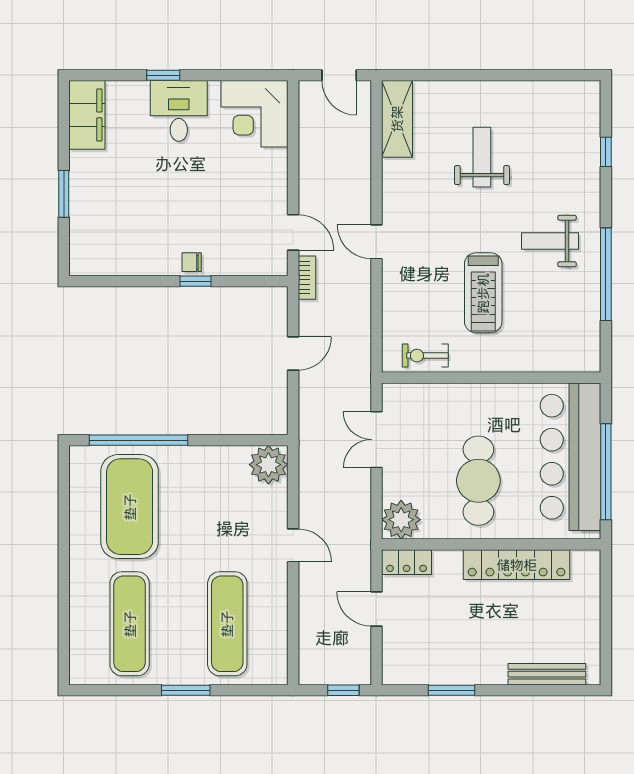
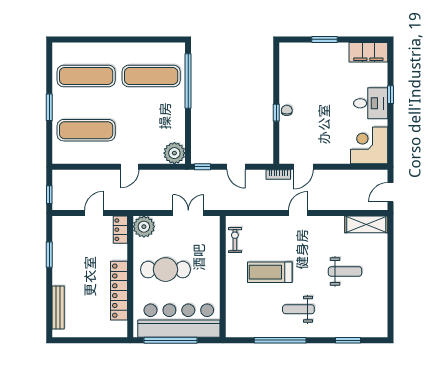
window: (606, 152) -> (348, 340), width x1.50
weight bench: (550, 241) -> (298, 309), turned -90
window: (293, 414) -> (202, 167), added
exercise mat: (130, 507) -> (151, 76), width x0.68

